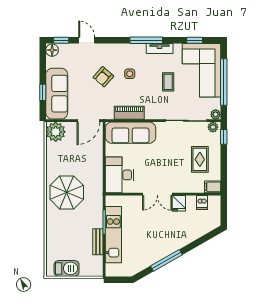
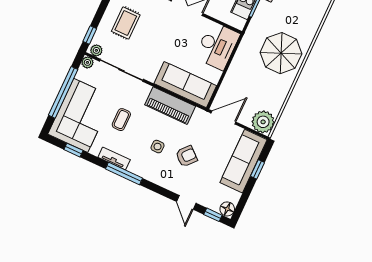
piano: (129, 113) -> (170, 106), width x1.37, depth x1.33

